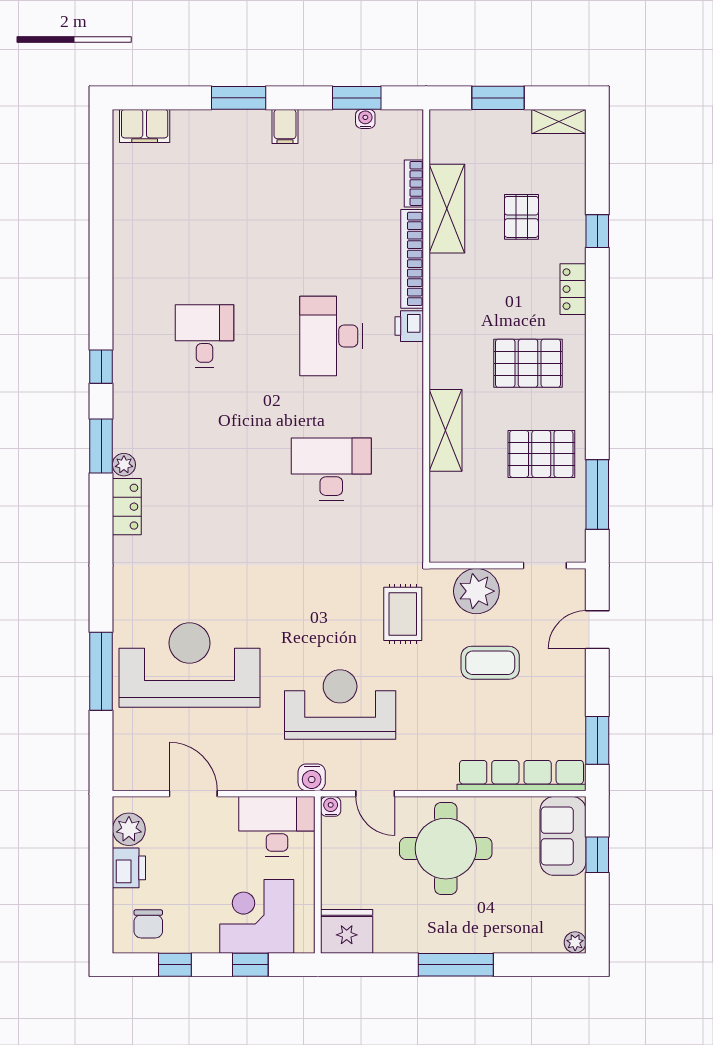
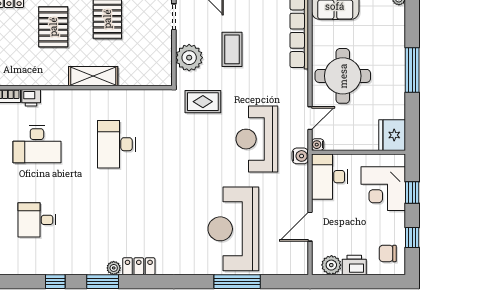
chair: (148, 924) -> (388, 253), turned 180

